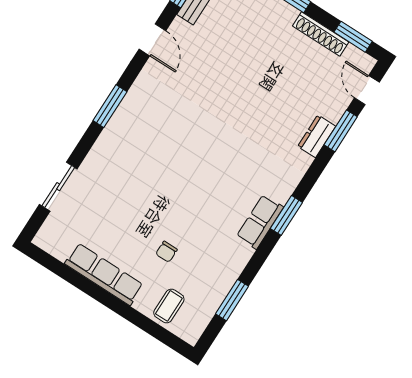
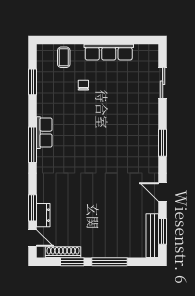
shoe rack: (321, 34) -> (63, 252), moved
window: (353, 37) -> (72, 262), moved
dresser: (317, 136) -> (43, 215), moved
window: (286, 215) -> (32, 145), width x1.44

